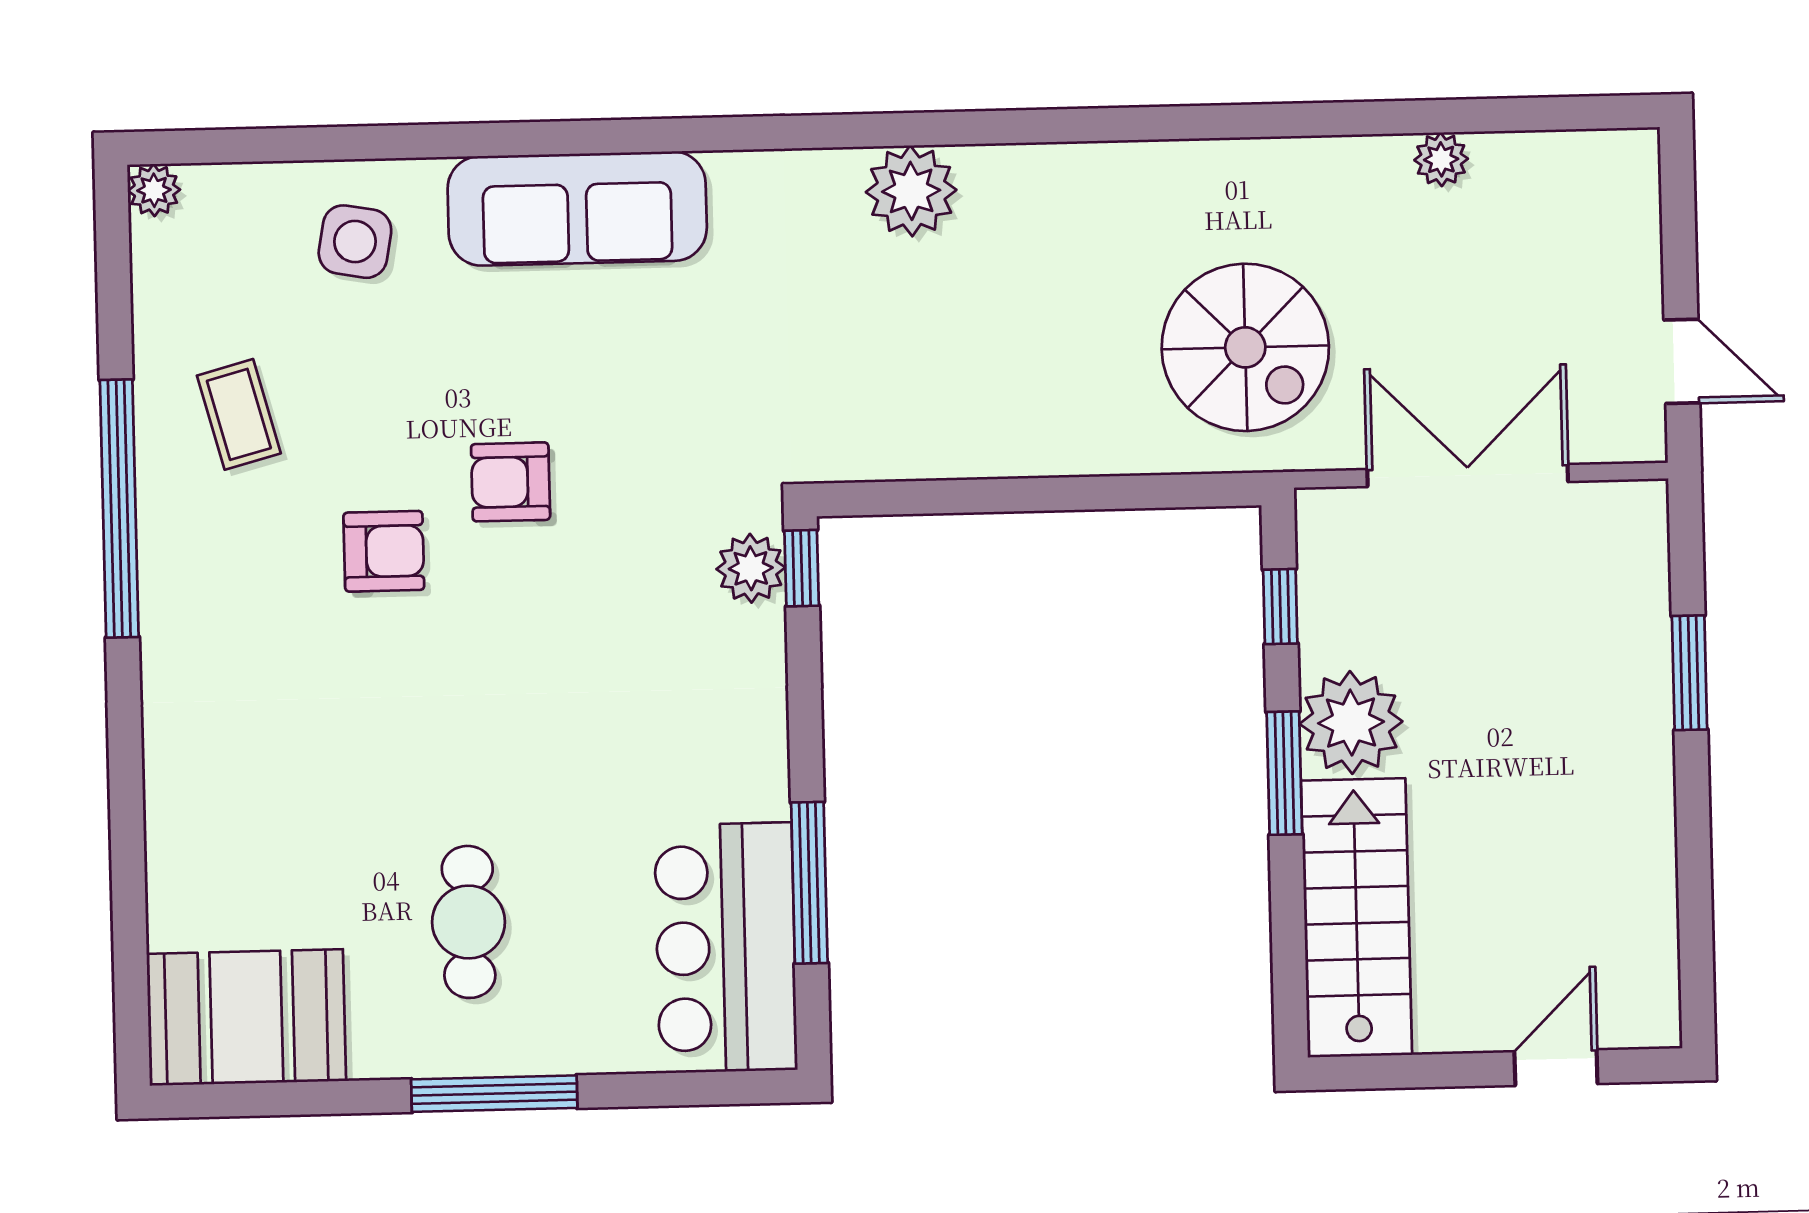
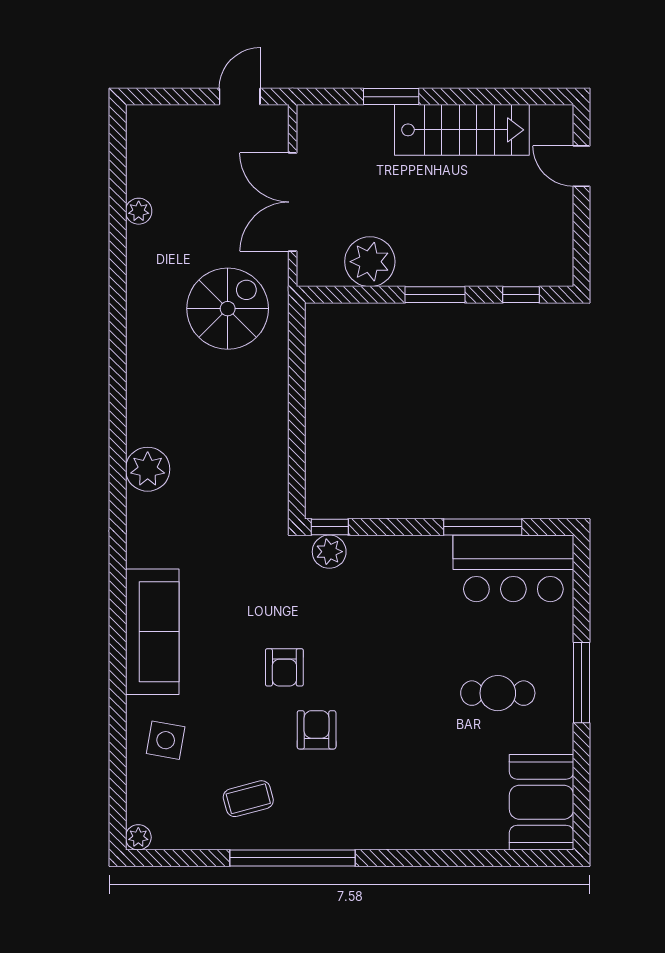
window: (1280, 607) -> (521, 295), moved
plant: (1351, 723) -> (370, 262), moved
stairs: (1356, 918) -> (462, 130), moved, turned 180

